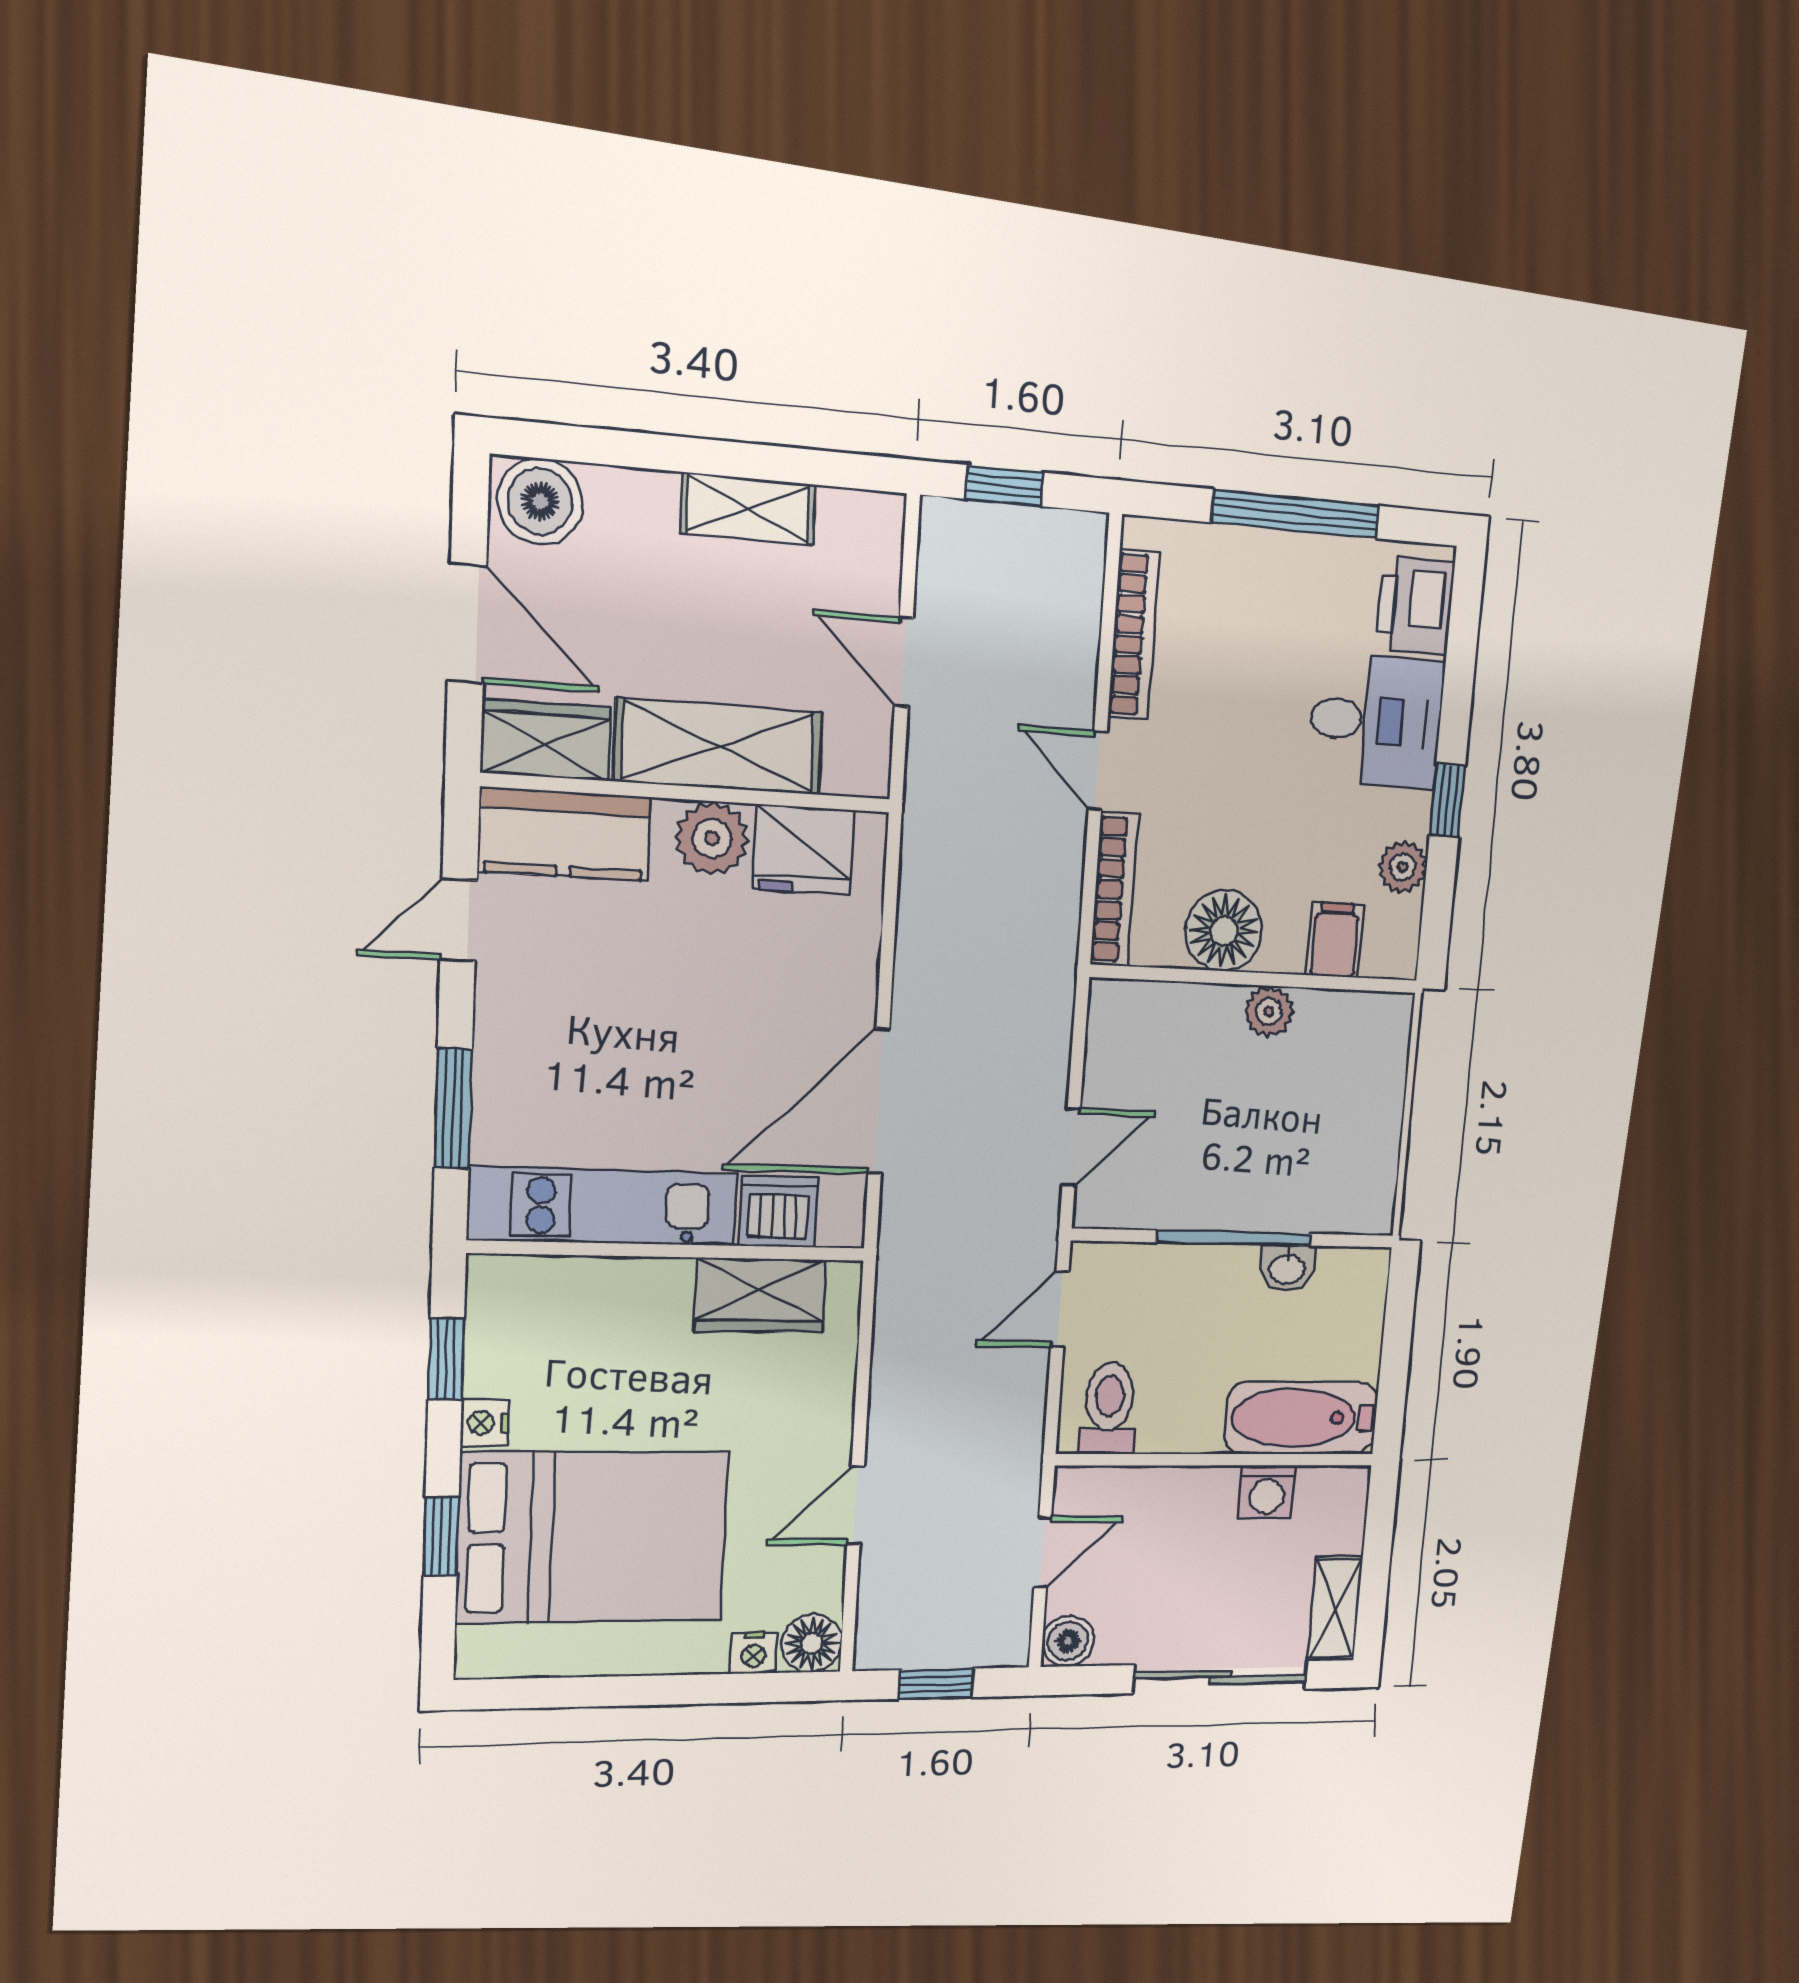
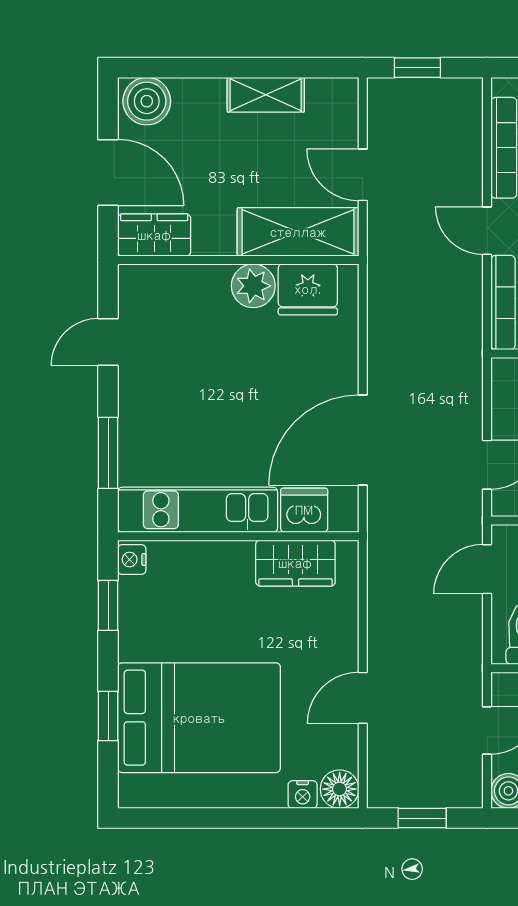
shelving: (718, 746) -> (298, 232), moved
kitchen counter: (564, 834) -> (167, 289), removed
nightstand: (485, 1423) -> (132, 560), moved

